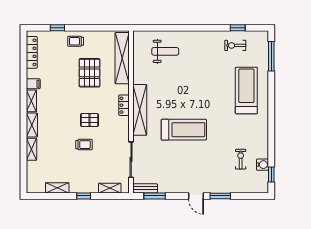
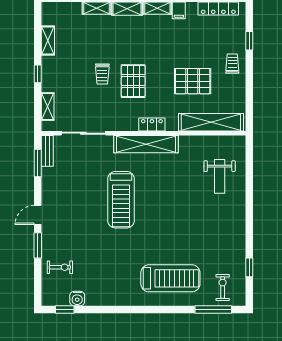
exercise bike: (235, 45) -> (223, 287), moved
pallet: (90, 120) -> (133, 81), width x1.50, depth x1.42
exercise bike: (241, 159) -> (60, 267), moved

